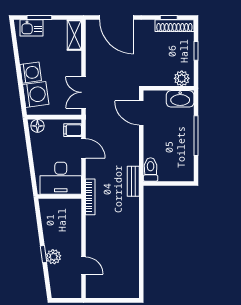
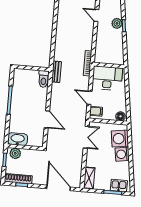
plant: (182, 78) -> (15, 153), moved
wall: (169, 88) -> (25, 147), moved
washbasin: (180, 99) -> (18, 139), moved

